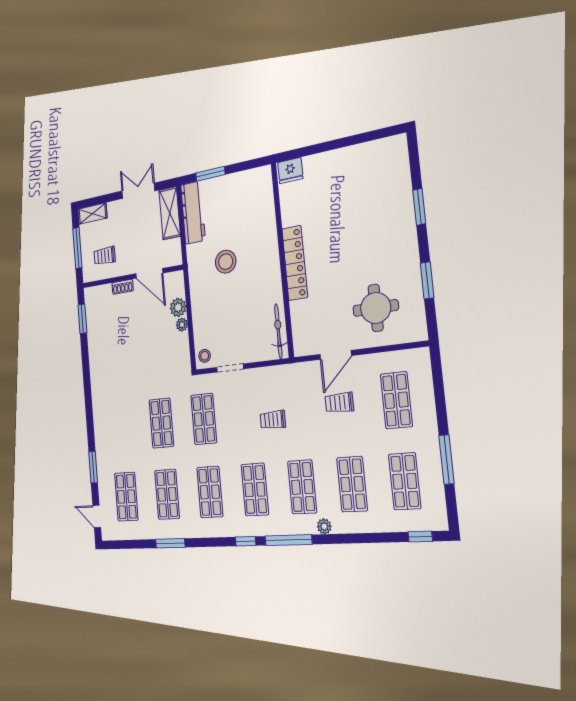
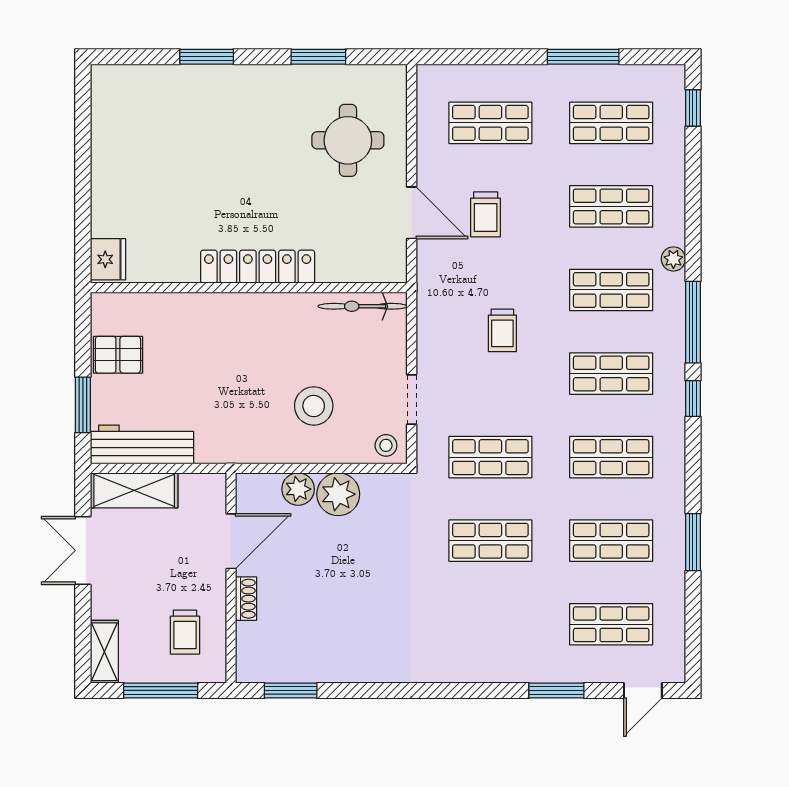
pallet: (238, 188) -> (118, 355), added
stool: (226, 262) -> (314, 406), moved
plant: (182, 325) -> (338, 494), width x1.88, depth x1.88

